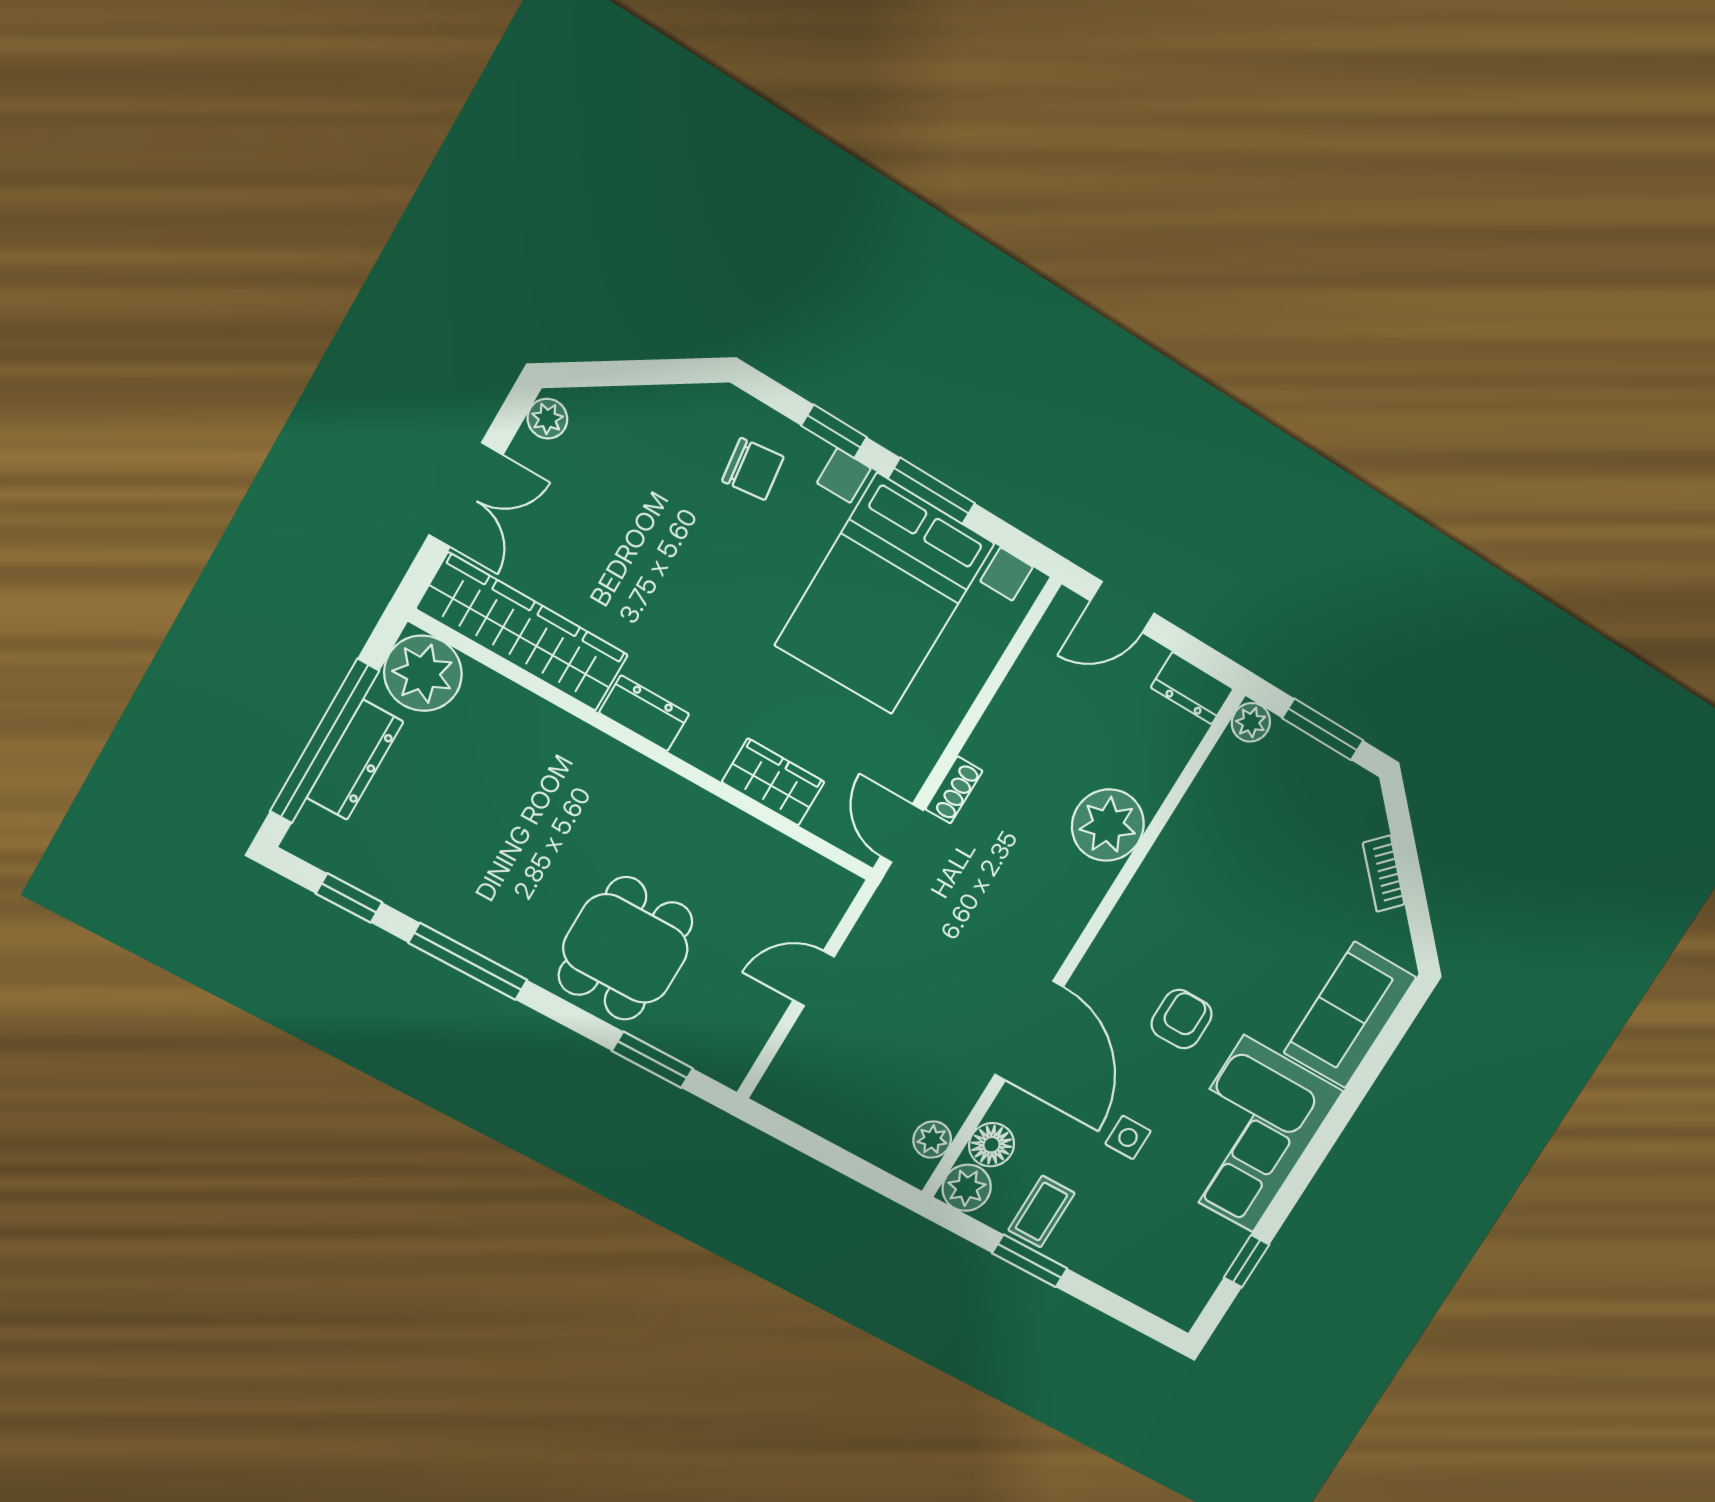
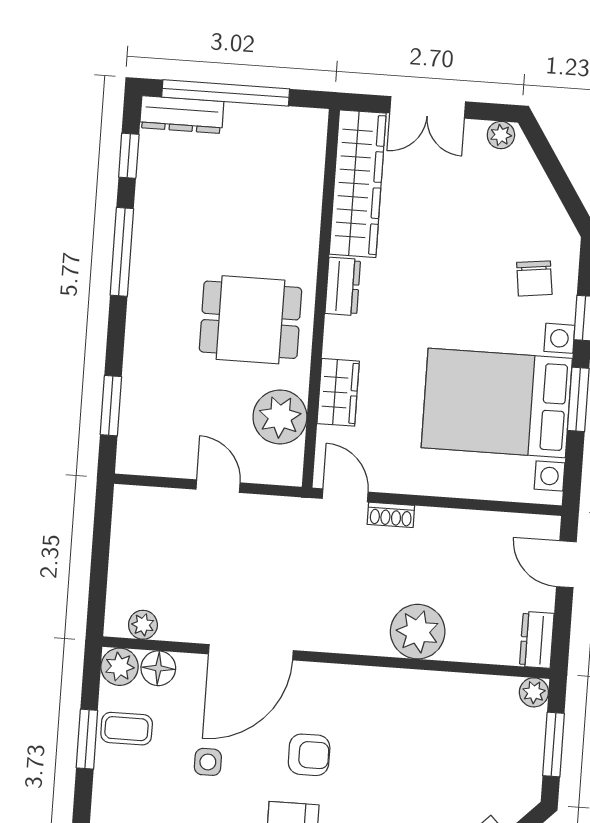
plant: (423, 673) -> (280, 417), moved
dresser: (355, 760) -> (182, 115), moved
door: (902, 833) -> (345, 495), hinge flipped
dining table: (625, 949) -> (250, 320), moved

